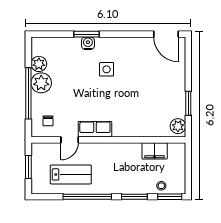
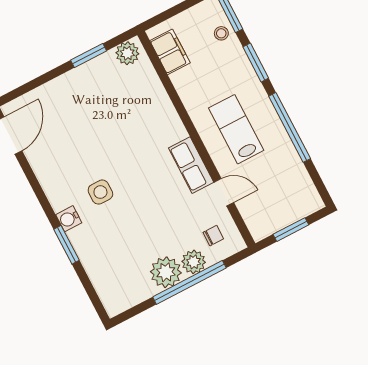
water cooler: (88, 43) -> (69, 219), moved
plant: (39, 64) -> (194, 262), moved
filing cabinet: (155, 151) -> (170, 52), moved
lab bench: (71, 174) -> (236, 129), moved

